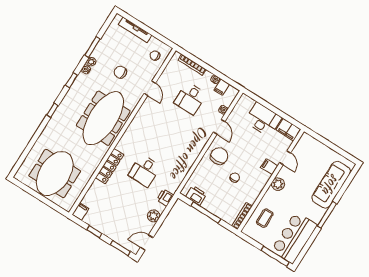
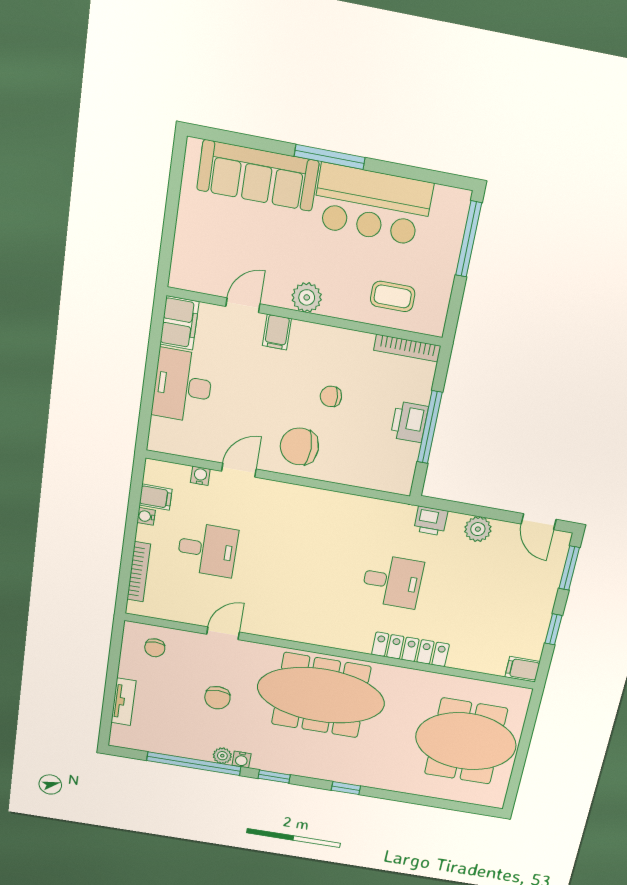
tv unit: (135, 30) -> (124, 702), width x0.71
window: (92, 47) -> (194, 764), width x2.11
printer: (196, 195) -> (409, 422), moved
bar counter: (294, 238) -> (372, 205), moved

